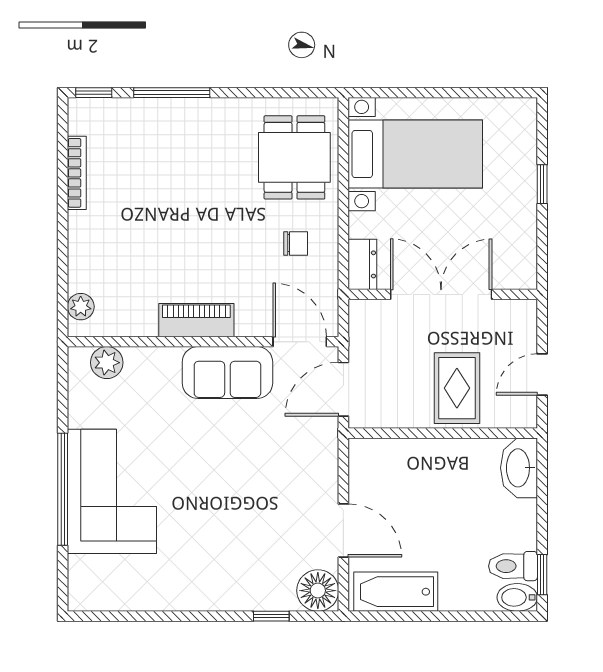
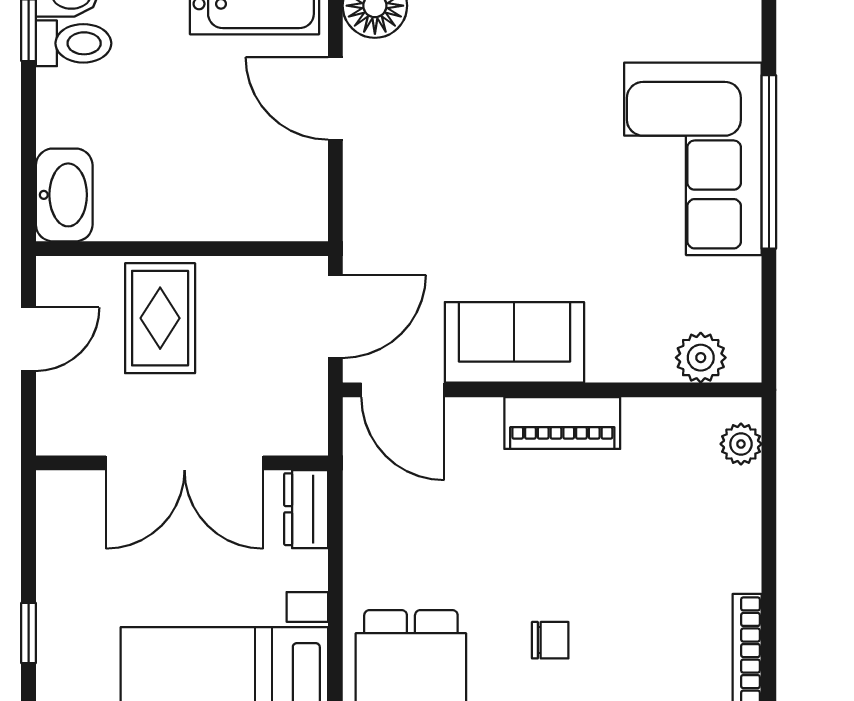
chair: (296, 243) -> (550, 640), moved, turned 180

